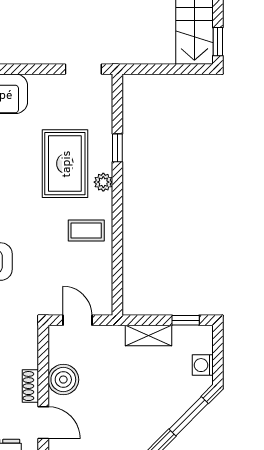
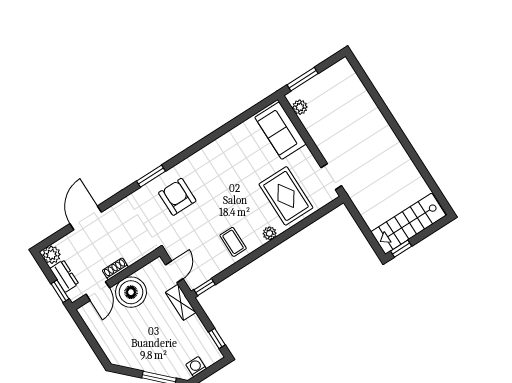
window: (117, 148) -> (205, 287), moved
rug: (65, 164) -> (286, 196), moved, turned 90
shelving: (149, 335) -> (181, 302), moved
boiler: (63, 380) -> (131, 292), width x1.37, depth x1.37

